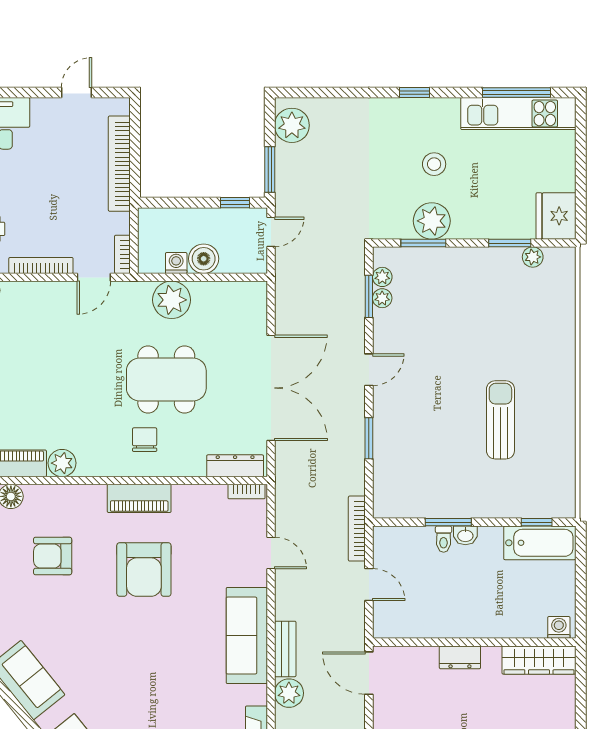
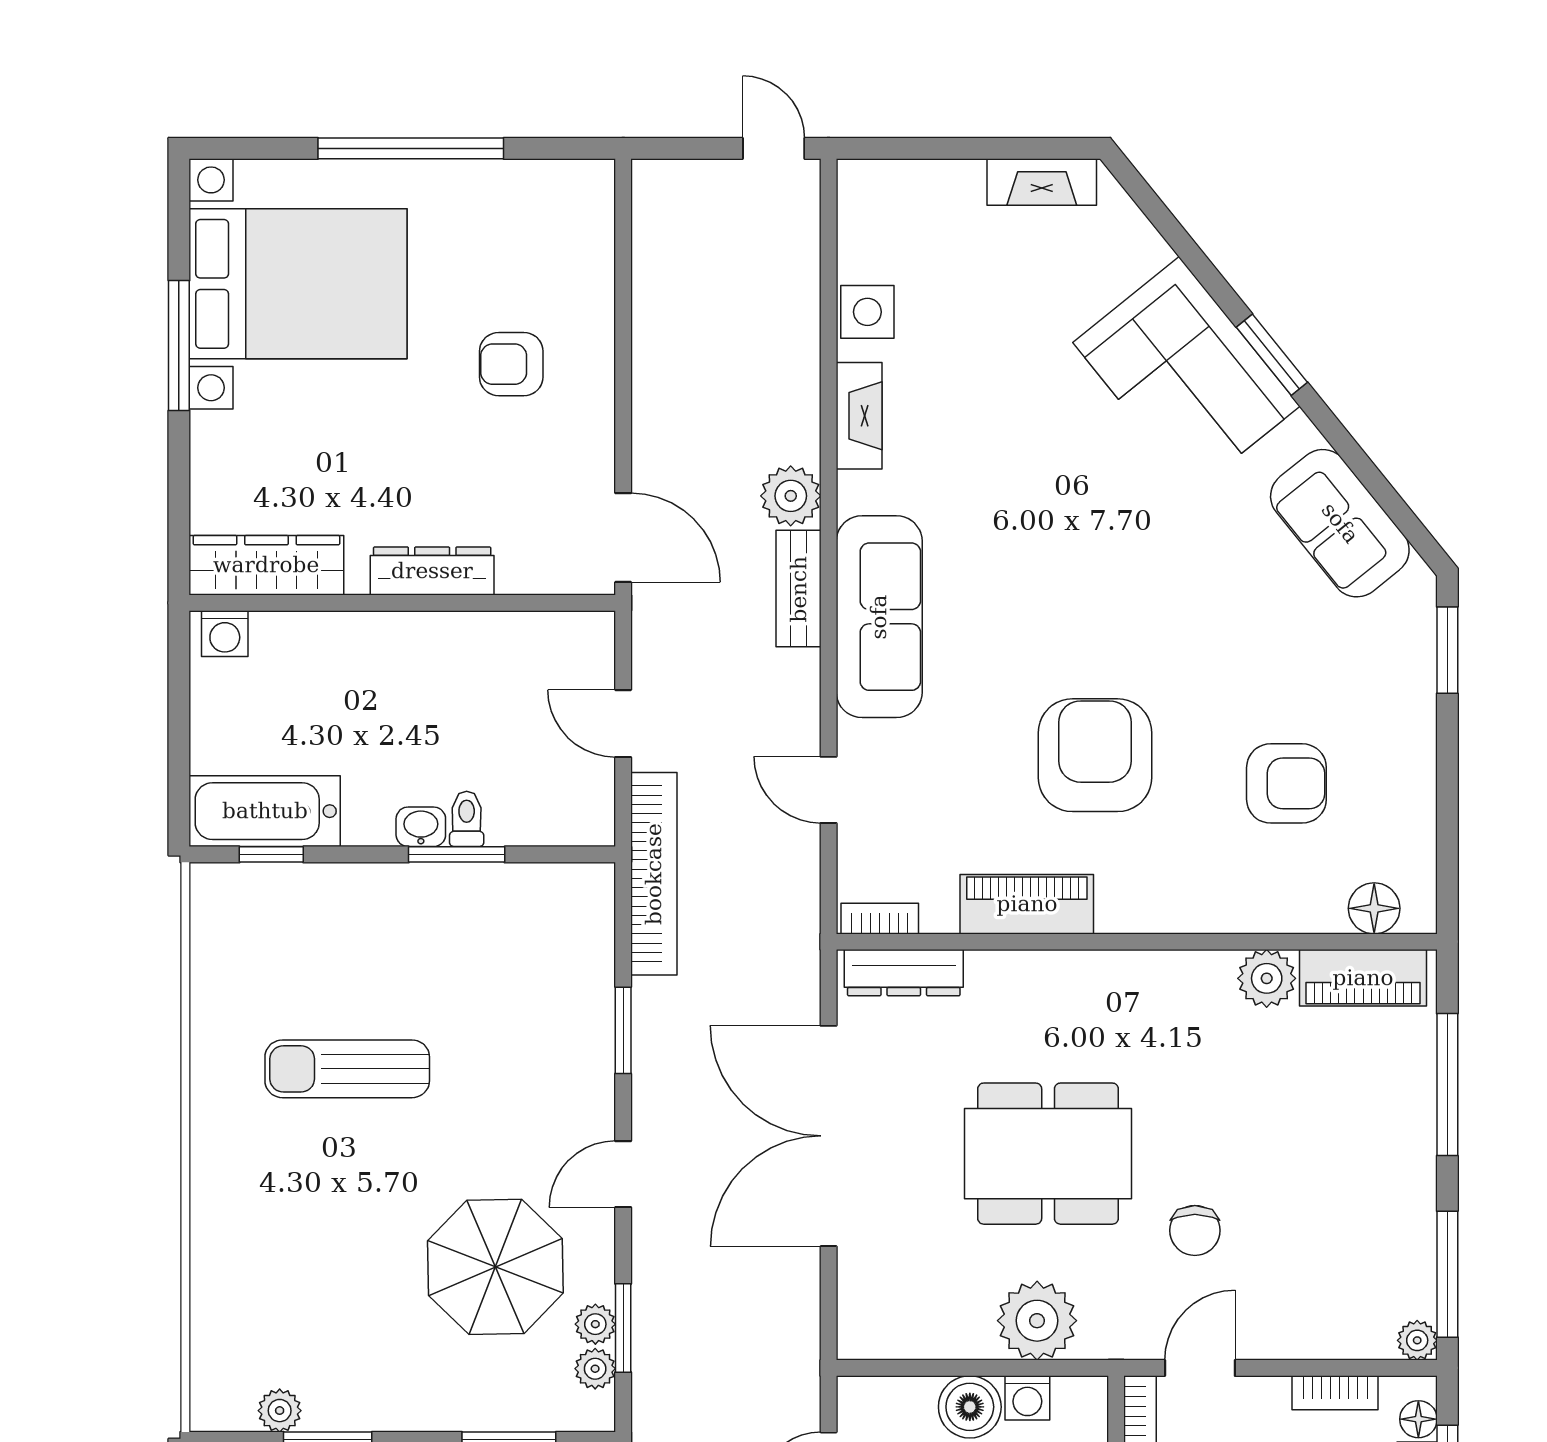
bookcase: (41, 265) -> (1335, 1393), width x0.64
parasol: (430, 325) -> (495, 1267), added
sun lounger: (500, 420) -> (347, 1069), turned 90
chair: (145, 440) -> (1195, 1230), moved
piano: (139, 498) -> (1027, 904), moved
bookcase: (357, 529) -> (654, 874), width x1.48, depth x1.31
dresser: (460, 657) -> (432, 571), width x1.44

